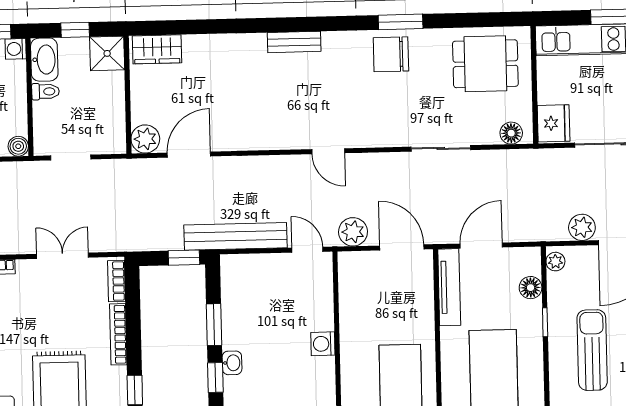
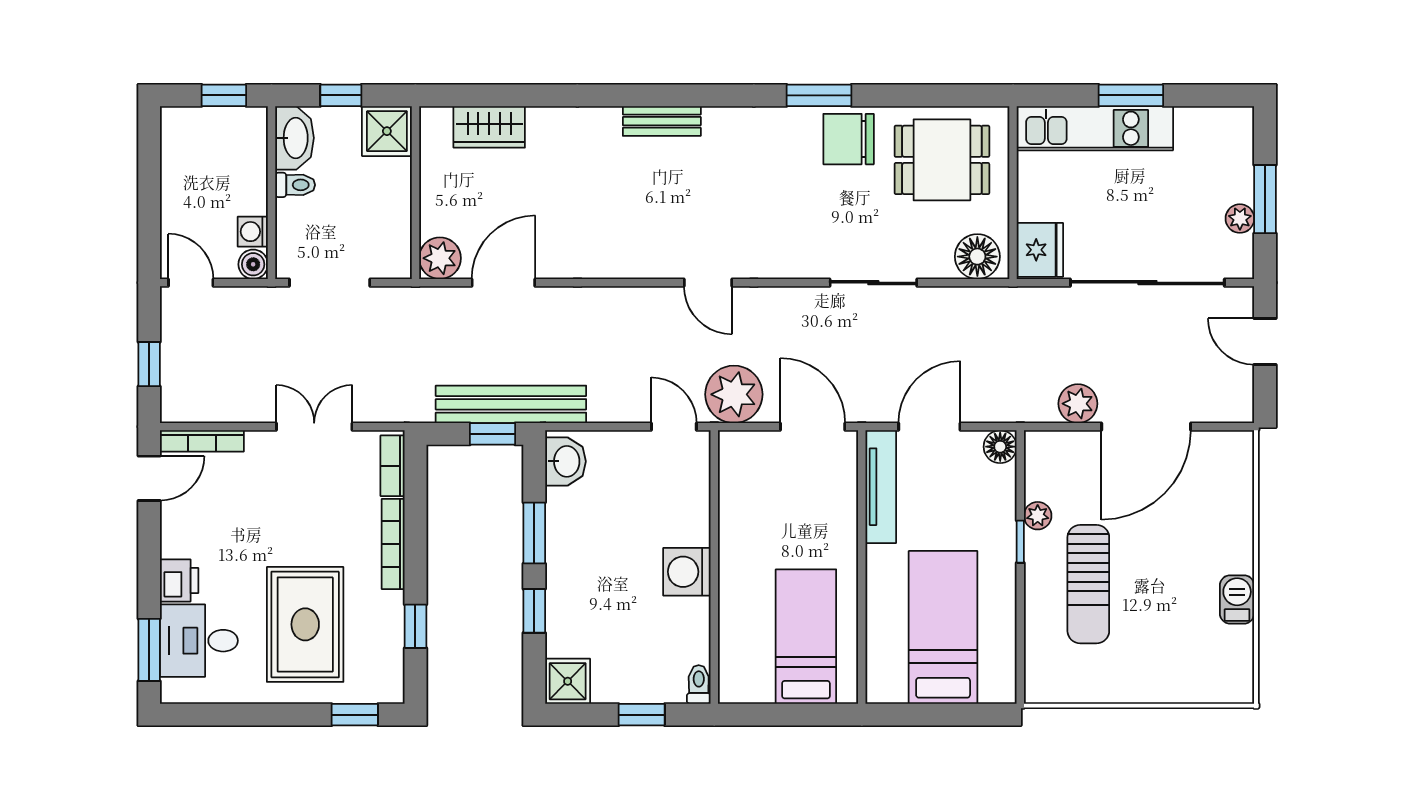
washing machine: (16, 49) -> (253, 232), moved
wardrobe: (157, 49) -> (489, 127), moved
chair: (391, 54) -> (849, 139), moved
floor lamp: (511, 133) -> (977, 257), width x1.38, depth x1.38
doorway: (71, 157) -> (330, 283), width x1.38
plant: (353, 232) -> (734, 394), width x1.36, depth x1.36
bench: (235, 236) -> (511, 404), moved
plant: (555, 262) -> (1038, 516), moved
floor lamp: (531, 288) -> (1000, 447), moved
washing machine: (323, 344) -> (687, 572), width x1.38, depth x1.38
sun lounger: (592, 350) -> (1088, 584), turned 180
washbasin: (232, 363) -> (566, 461), moved, width x1.38, depth x1.45

